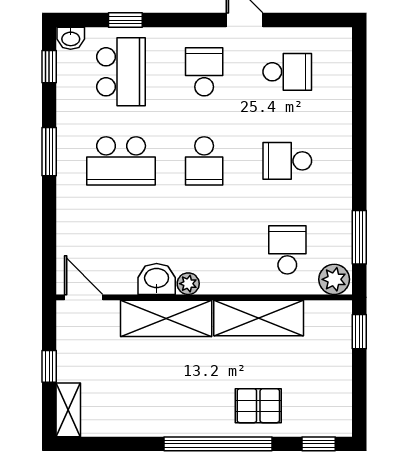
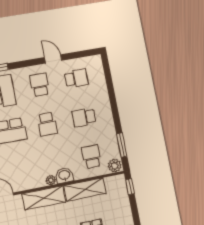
washbasin: (157, 279) -> (64, 175), moved

